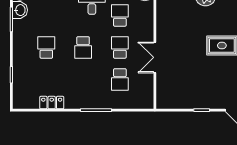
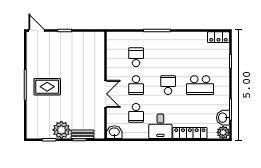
school desk: (46, 47) -> (200, 85), width x1.85
double door: (155, 57) -> (106, 94), moved
locker: (52, 103) -> (218, 37), moved

